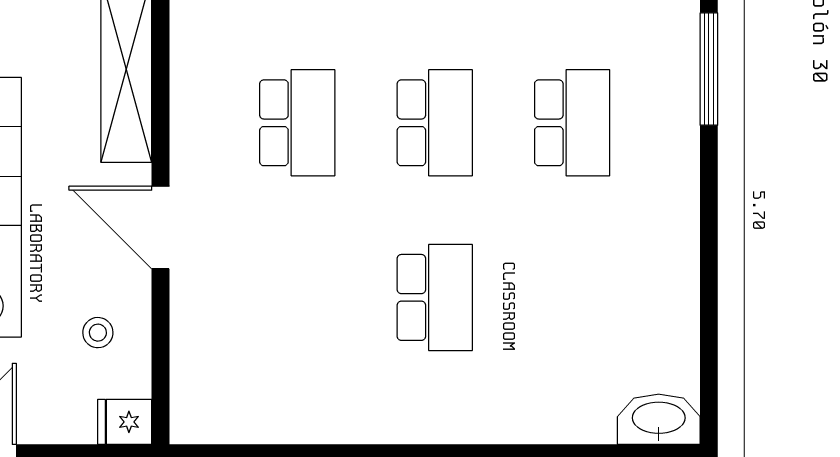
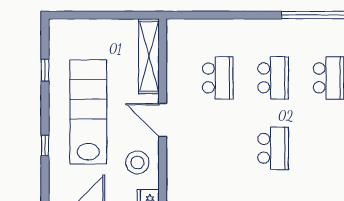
stool: (98, 333) -> (137, 162), width x1.89, depth x1.89

